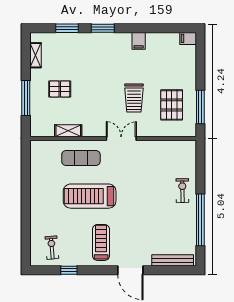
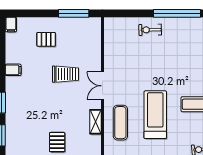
pallet: (172, 105) -> (46, 39), moved, width x0.67, depth x0.71
shelving: (68, 131) -> (95, 122), moved
treadmill: (90, 196) -> (155, 115), turned 180

